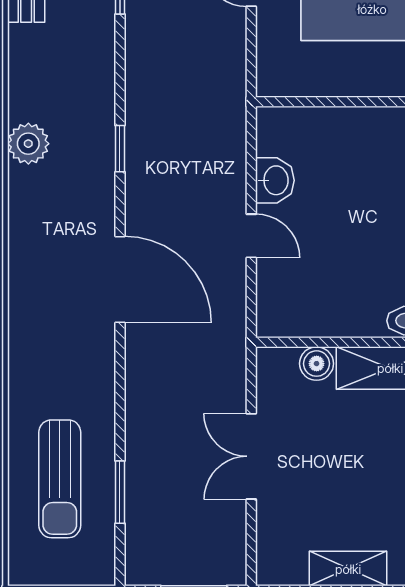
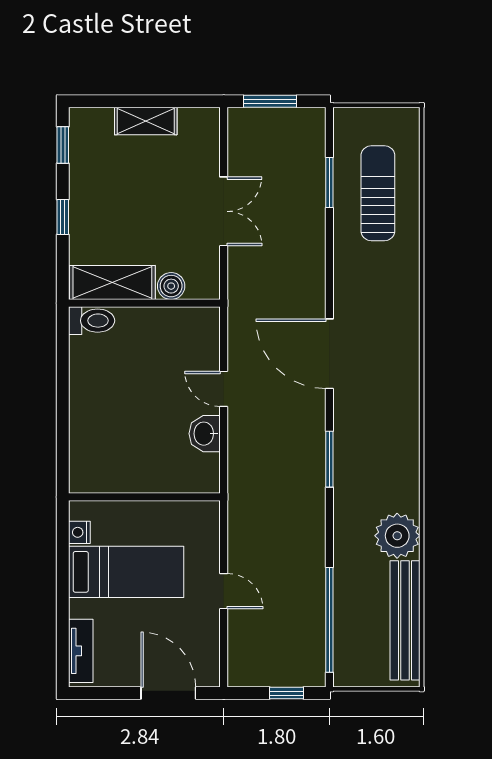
plant: (28, 144) -> (397, 536), moved, width x1.36, depth x1.36
window: (120, 149) -> (329, 459), width x1.50

